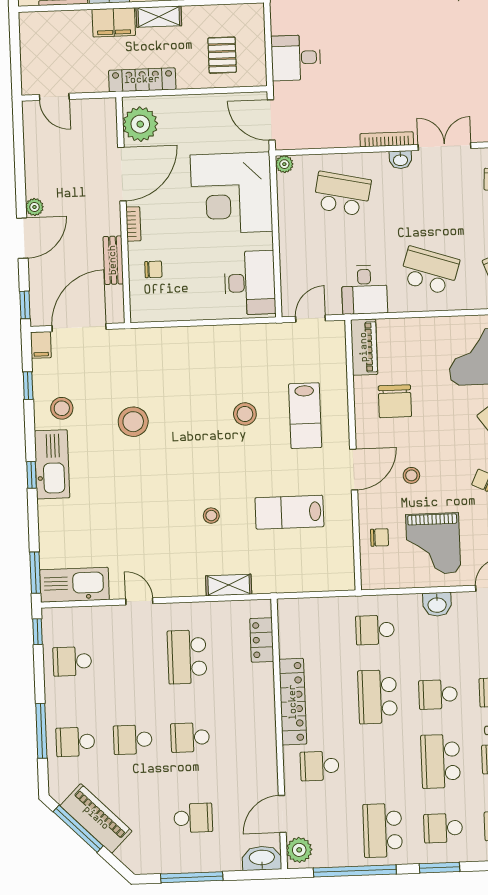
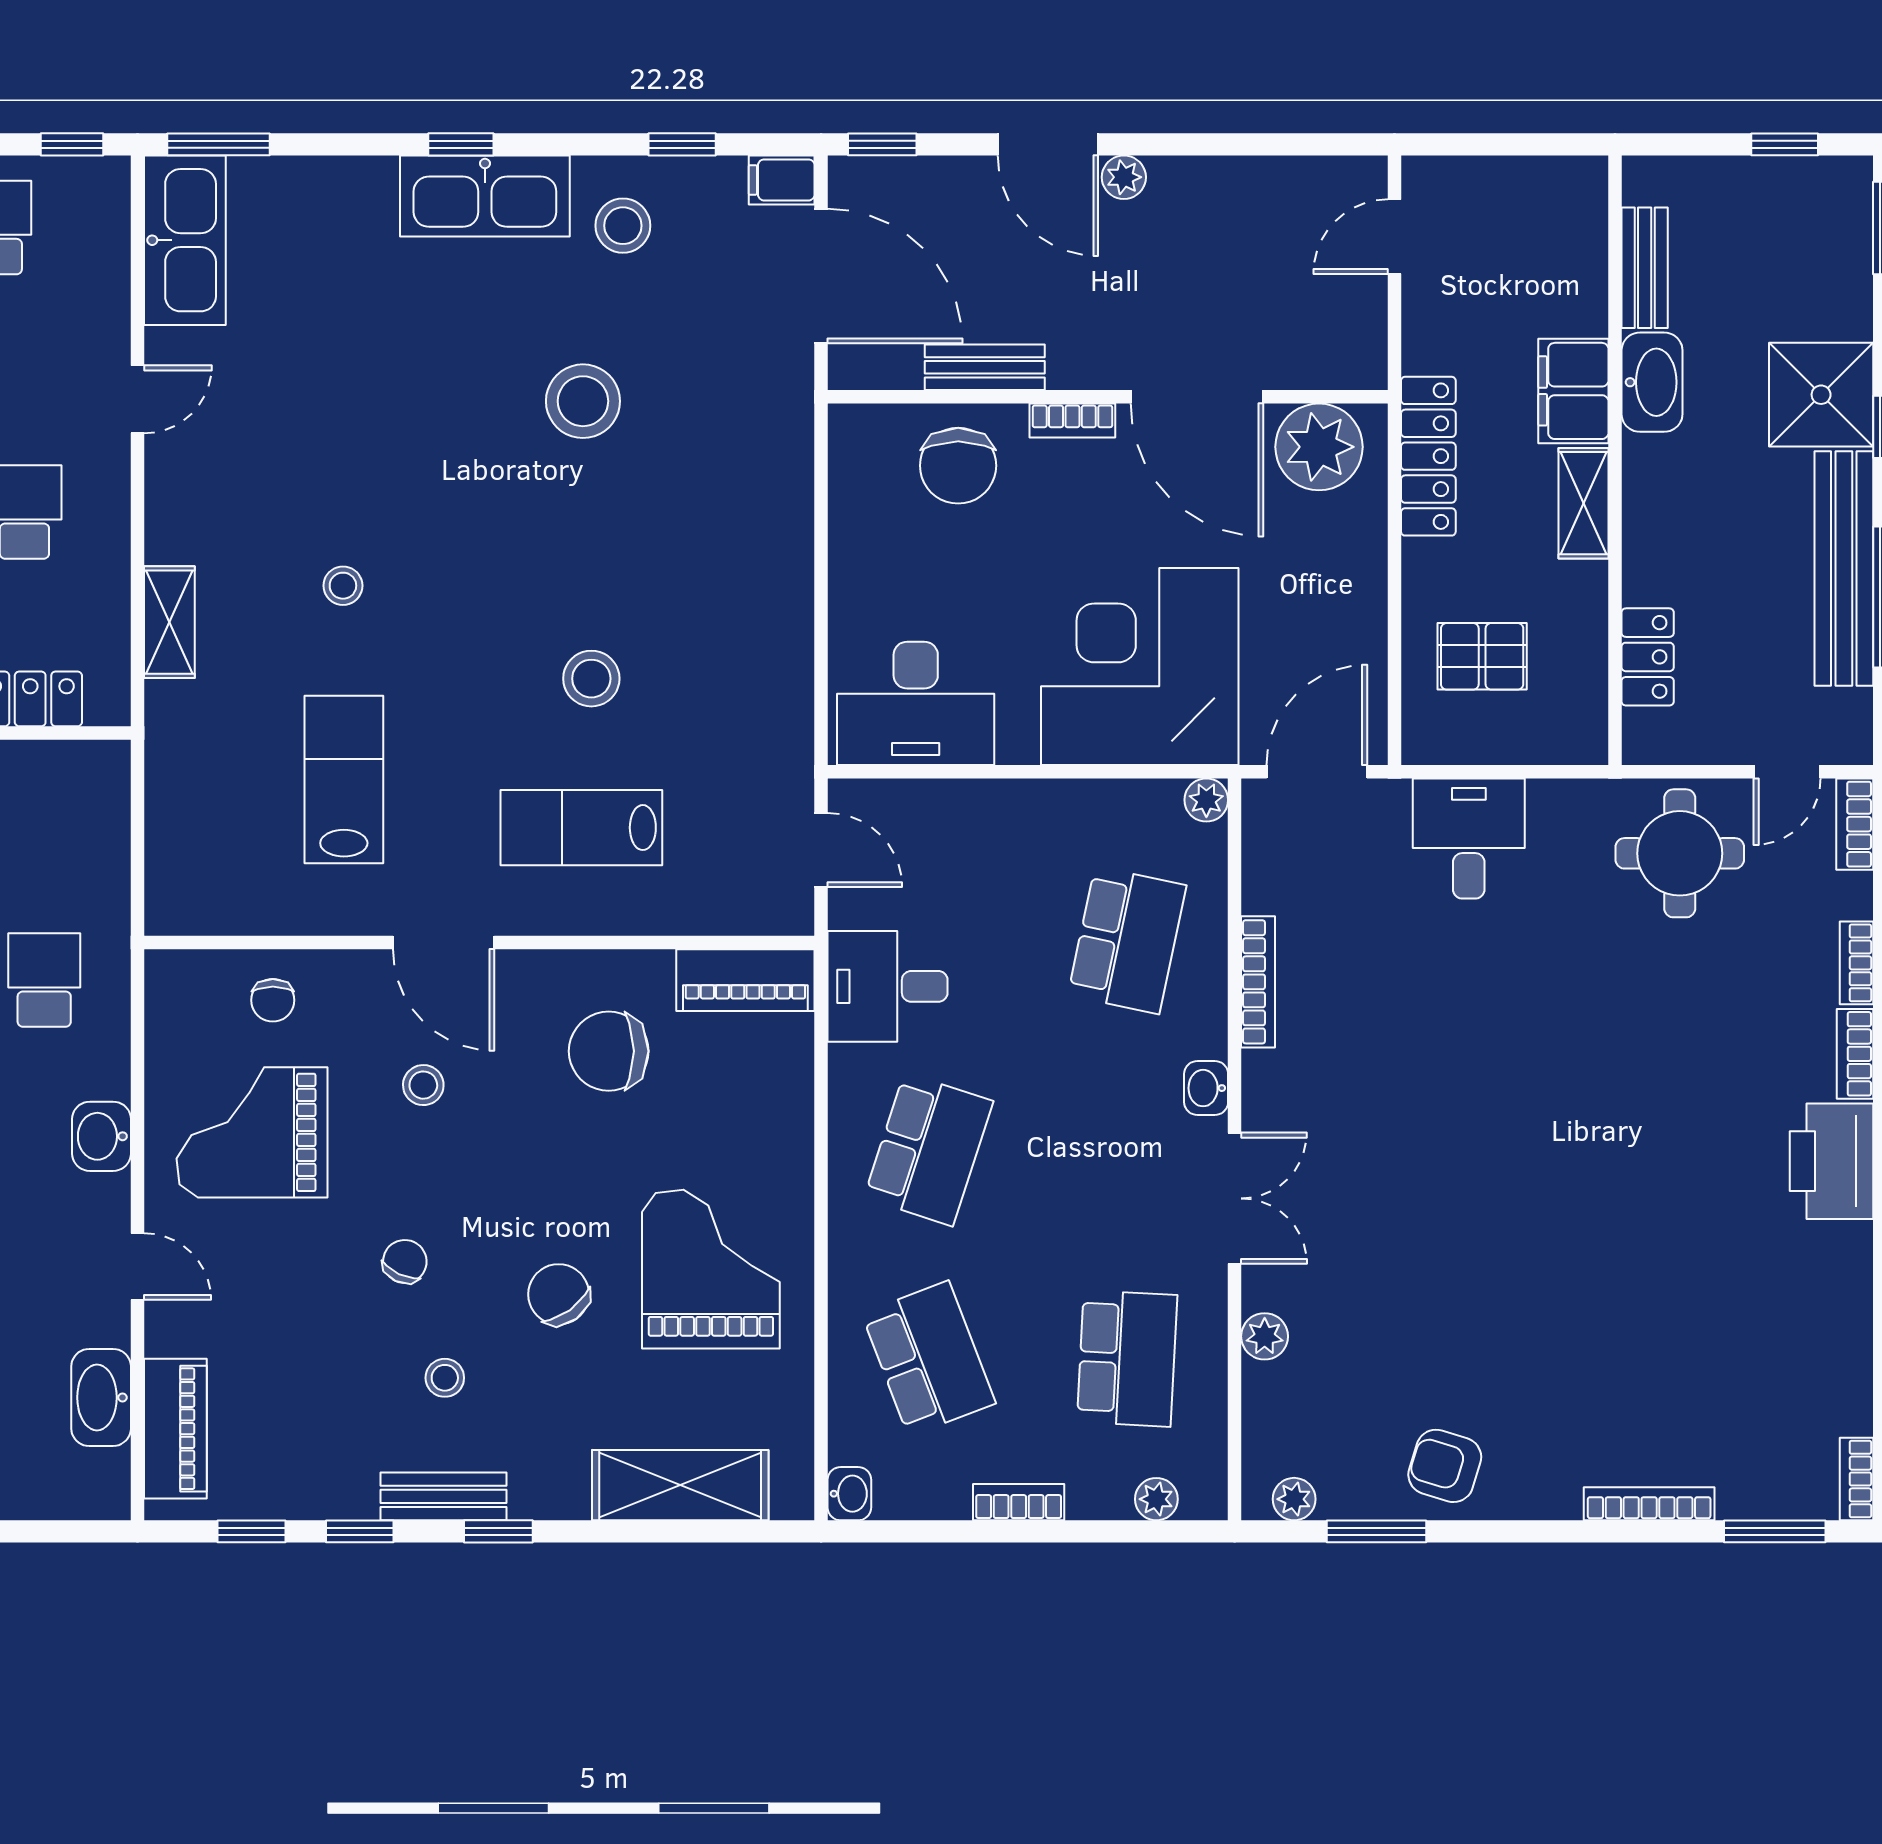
bookcase: (387, 139) -> (1258, 982), moved
chair: (153, 269) -> (958, 466), width x1.87, depth x1.87

